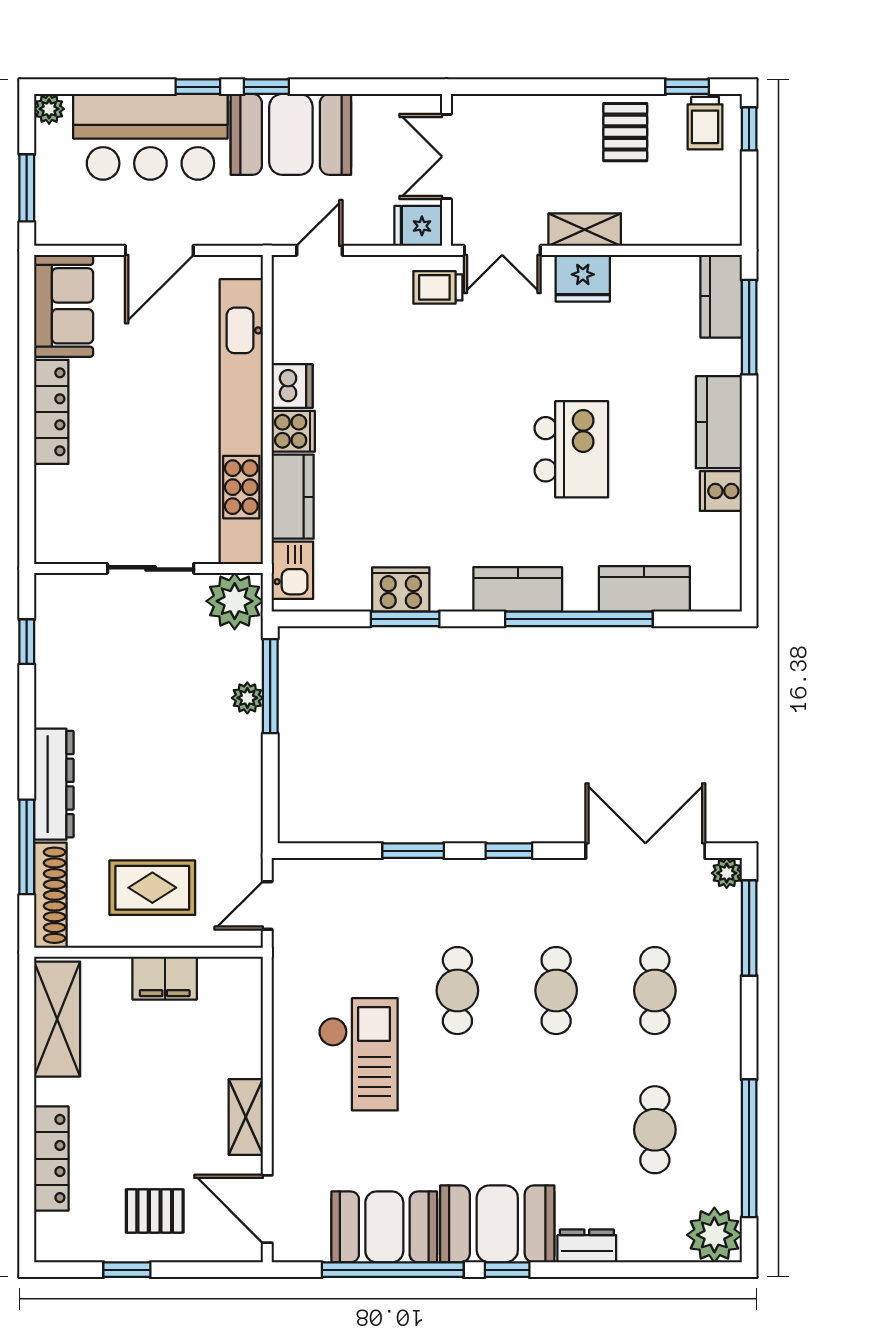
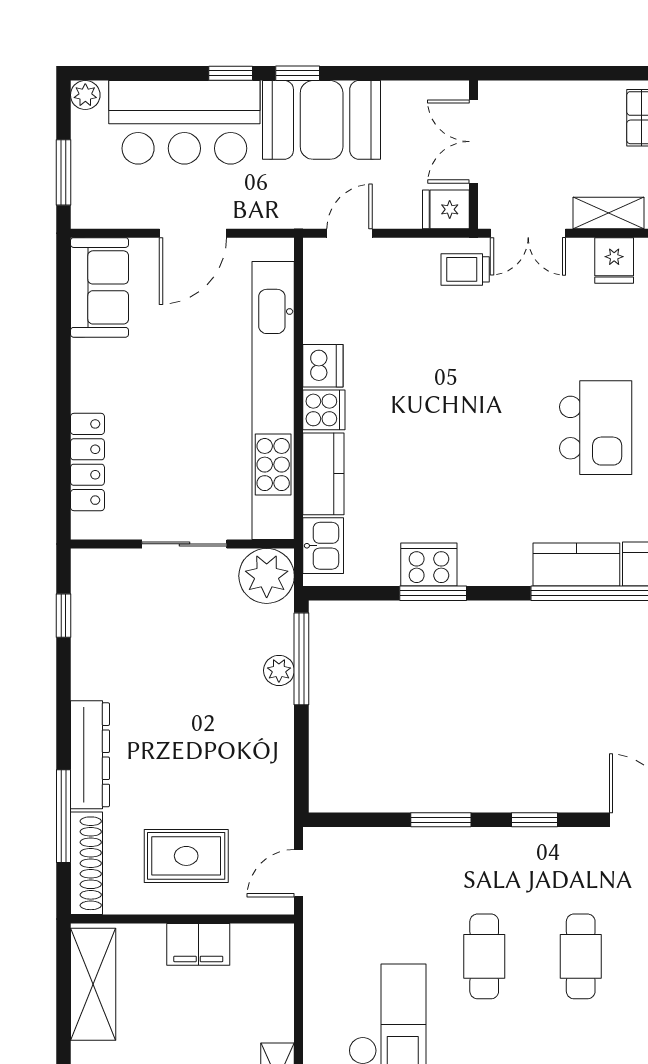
fridge: (583, 278) -> (614, 260), width x0.72
locker: (51, 412) -> (87, 462), moved
kitchen counter: (518, 589) -> (576, 564), moved

